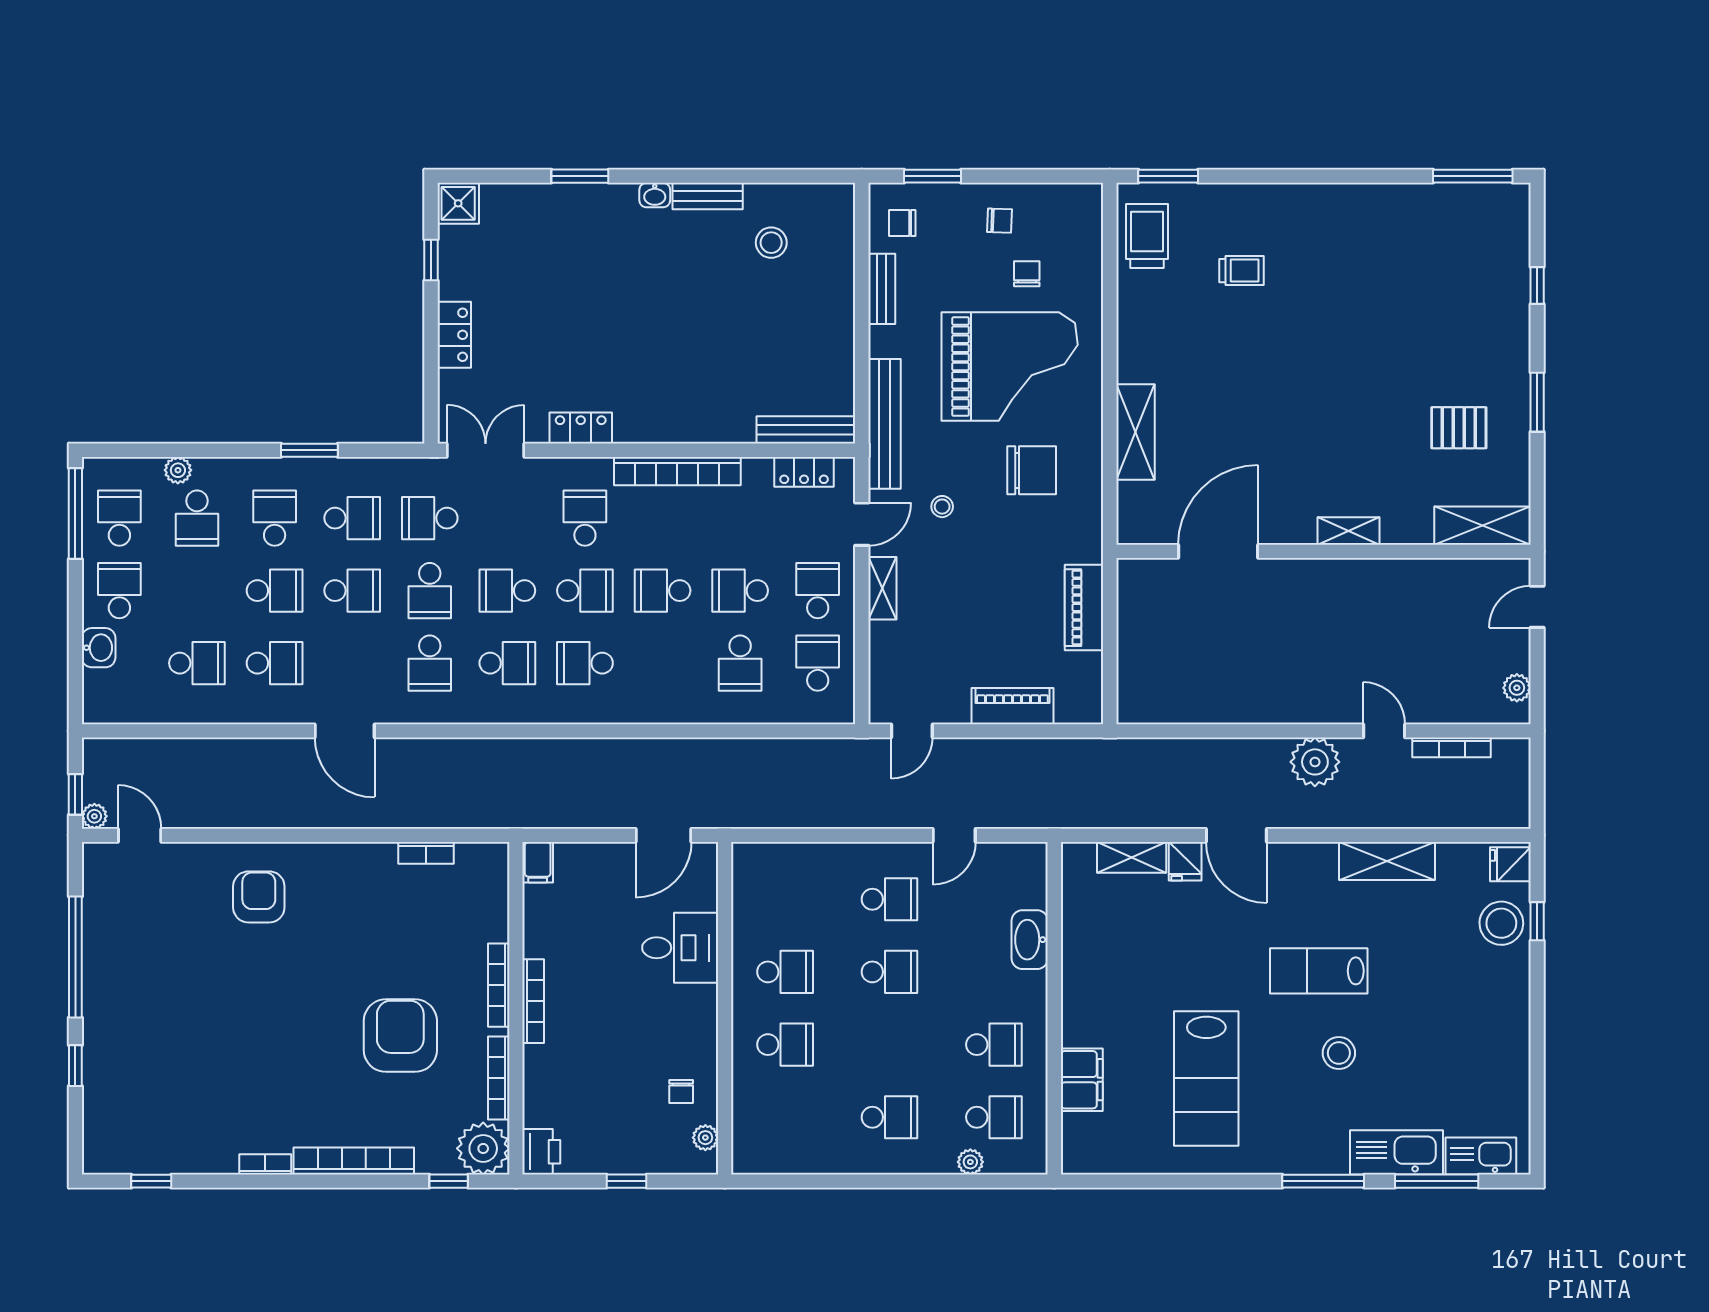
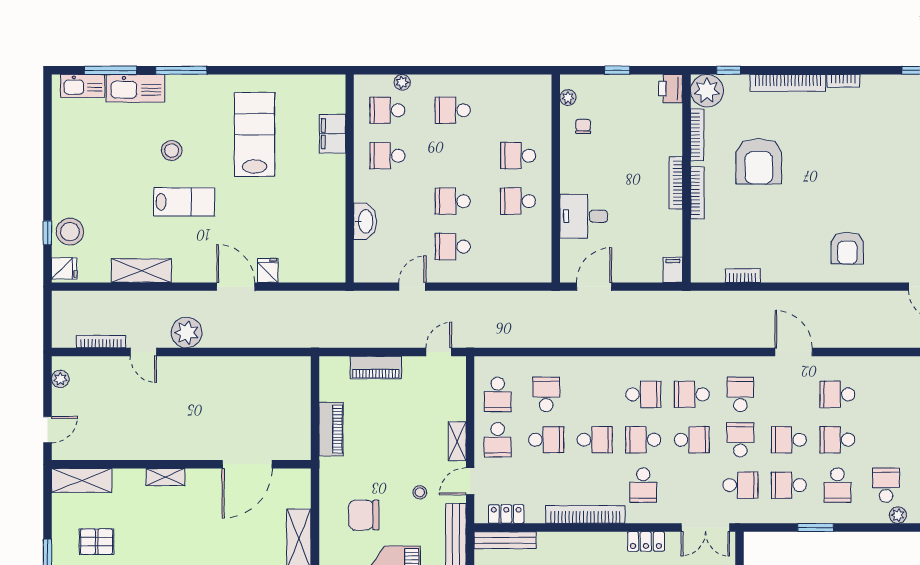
school desk: (197, 663) -> (886, 394), removed
shelving: (1132, 857) -> (301, 273), removed

